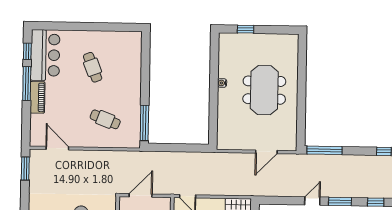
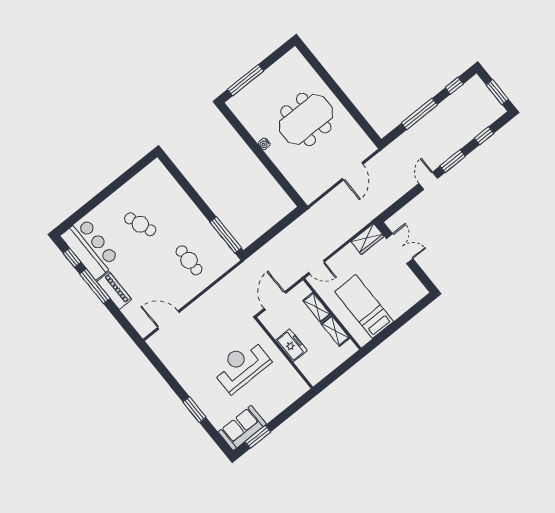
window: (246, 29) -> (245, 80), width x2.17
meeting table: (264, 90) -> (306, 119), turned 90
cafe table: (105, 119) -> (189, 260), turned 69
window: (324, 150) -> (419, 114), moved
window: (25, 168) -> (155, 361), removed

